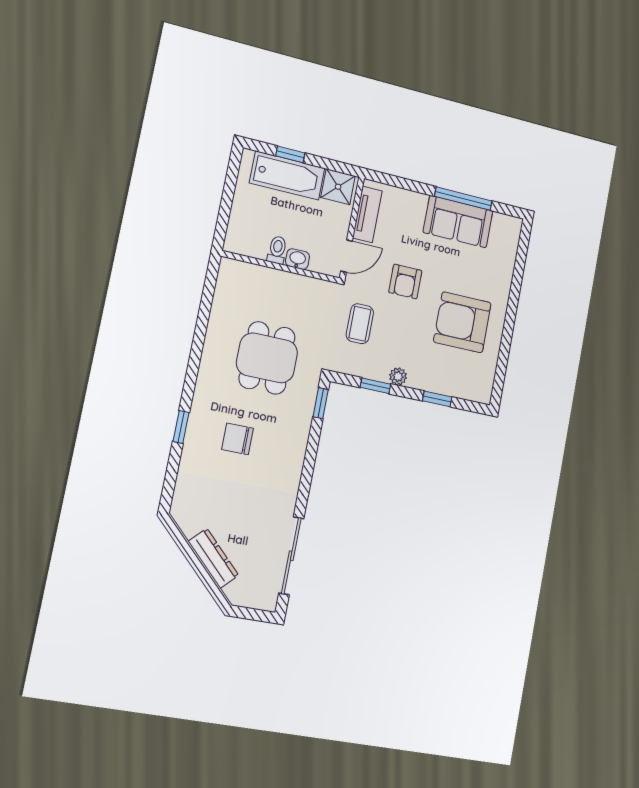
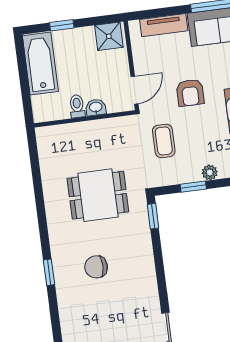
bathtub: (287, 176) -> (40, 64), moved, turned -90
tv unit: (367, 214) -> (164, 25), moved, turned 90
dining table: (267, 358) -> (98, 195), turned 90

